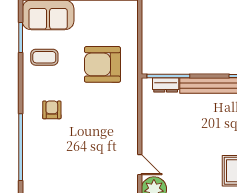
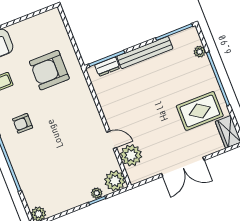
armchair: (52, 110) -> (23, 123), turned -90

